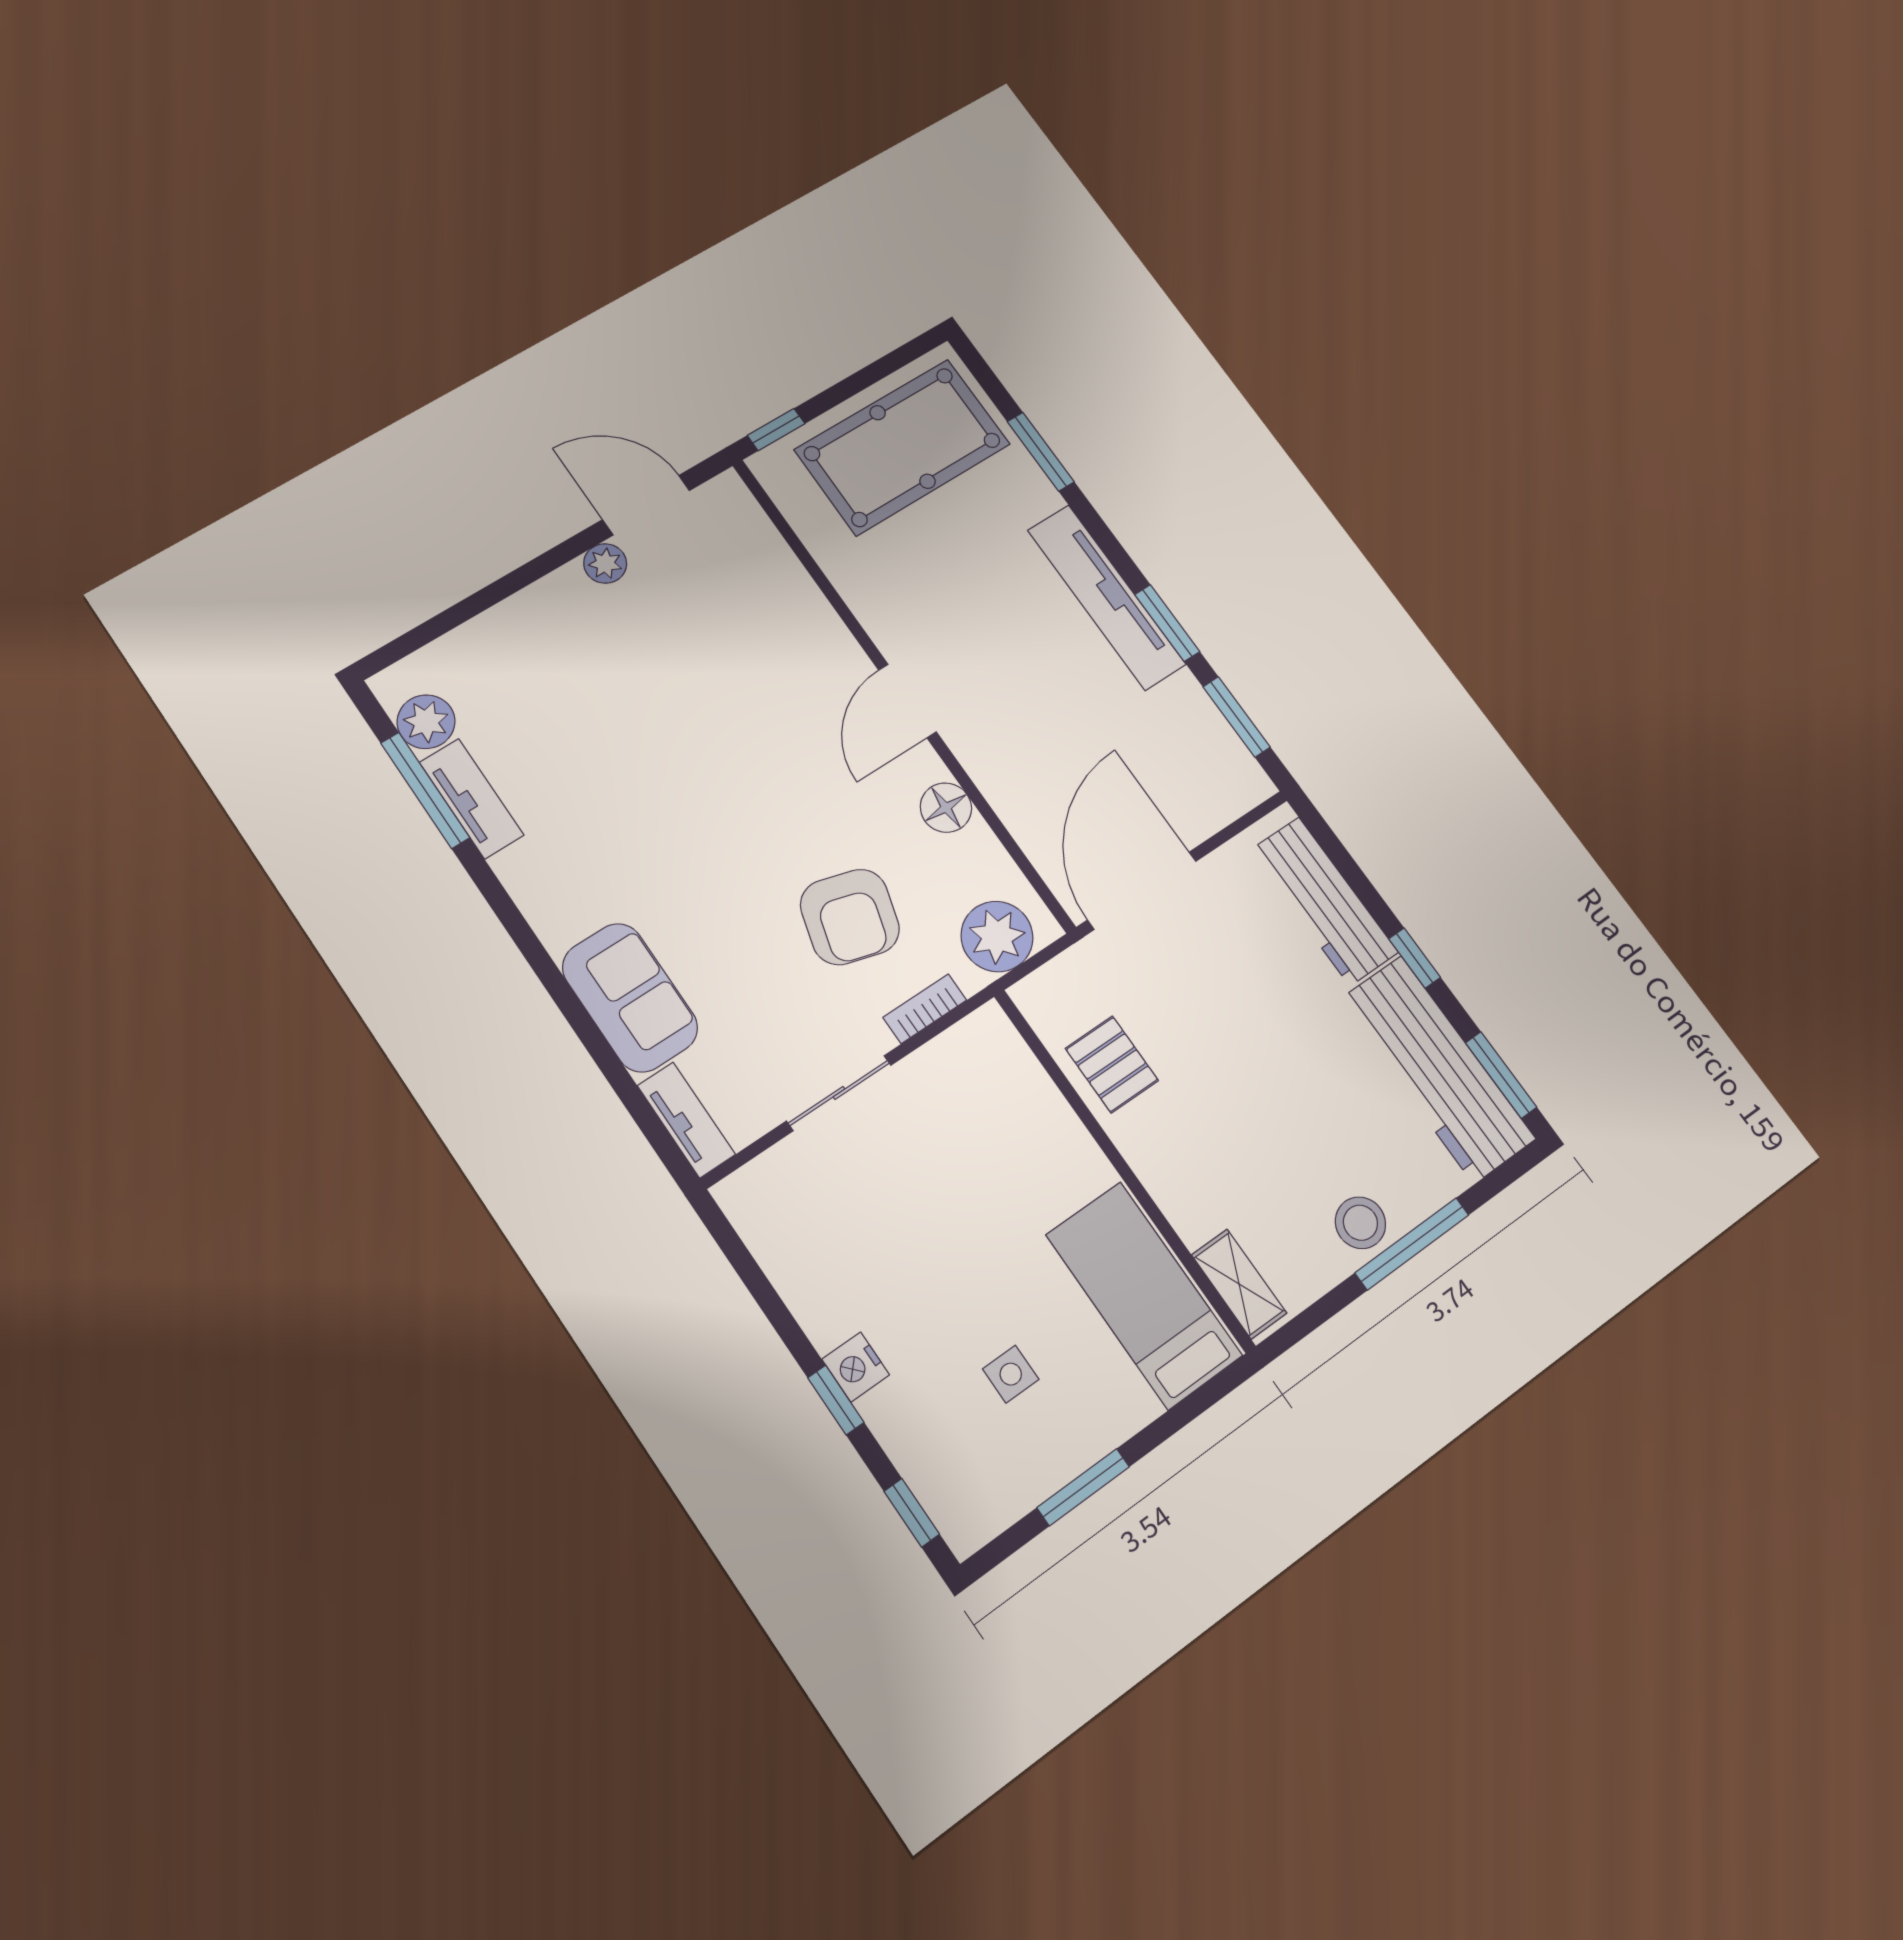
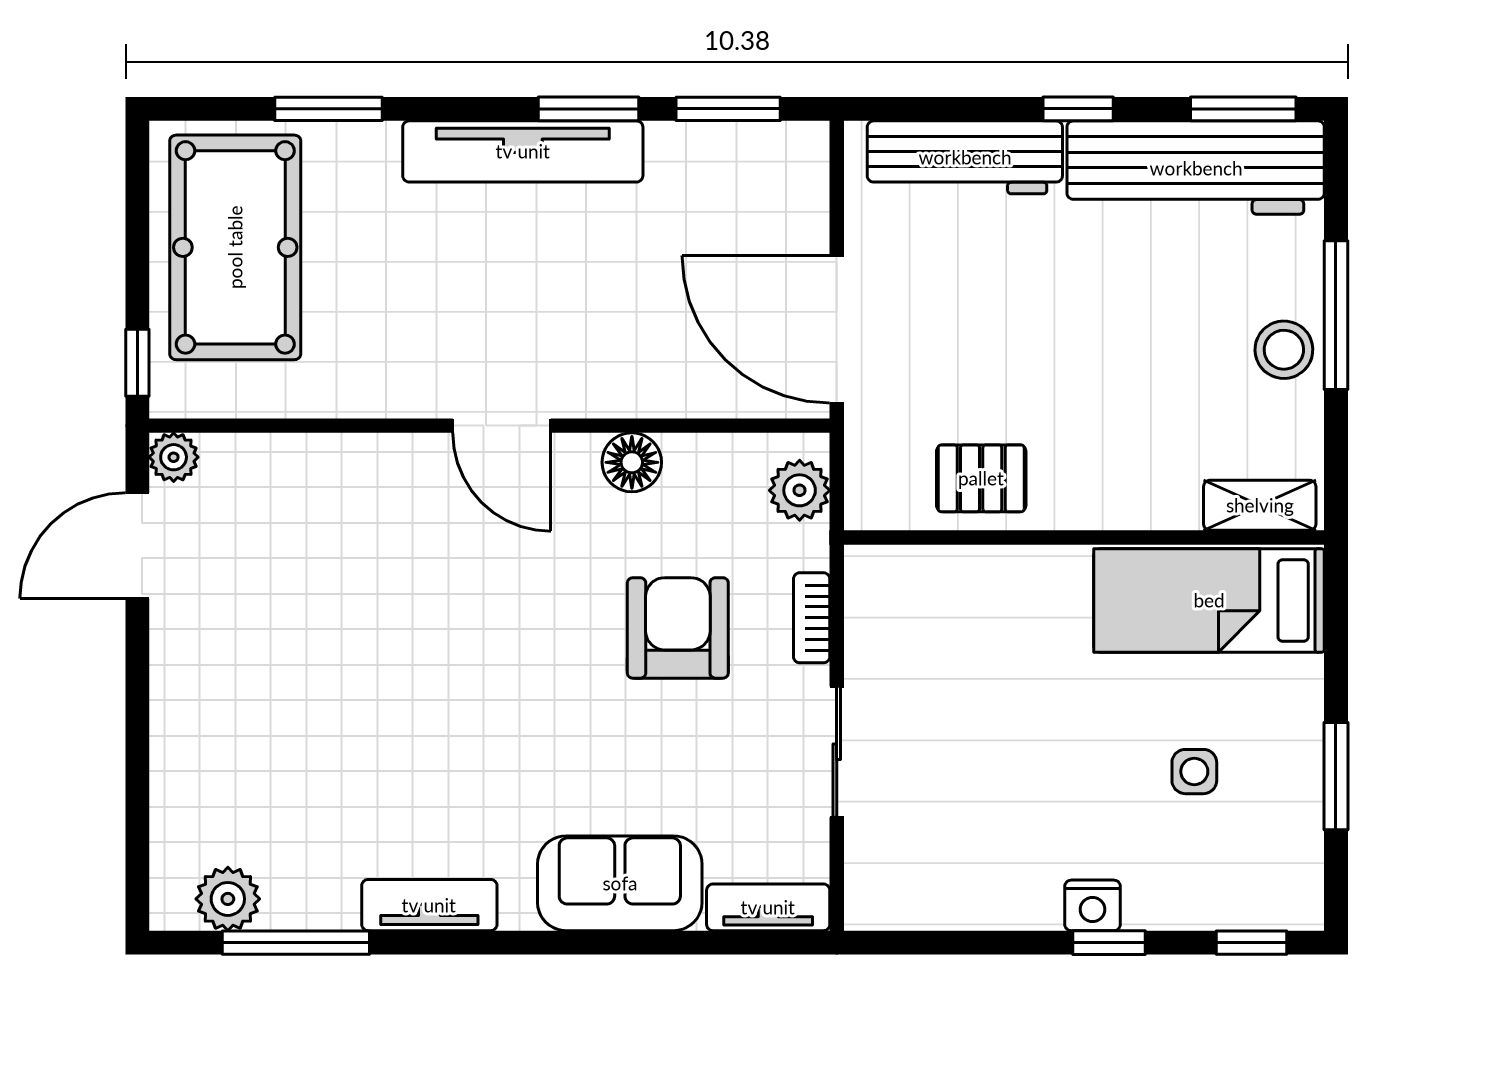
plant: (605, 563) -> (174, 457), moved
tv unit: (472, 799) -> (429, 905), moved
armchair: (850, 917) -> (678, 628), turned -106
plant: (997, 936) -> (800, 490), width x0.73, depth x0.73

